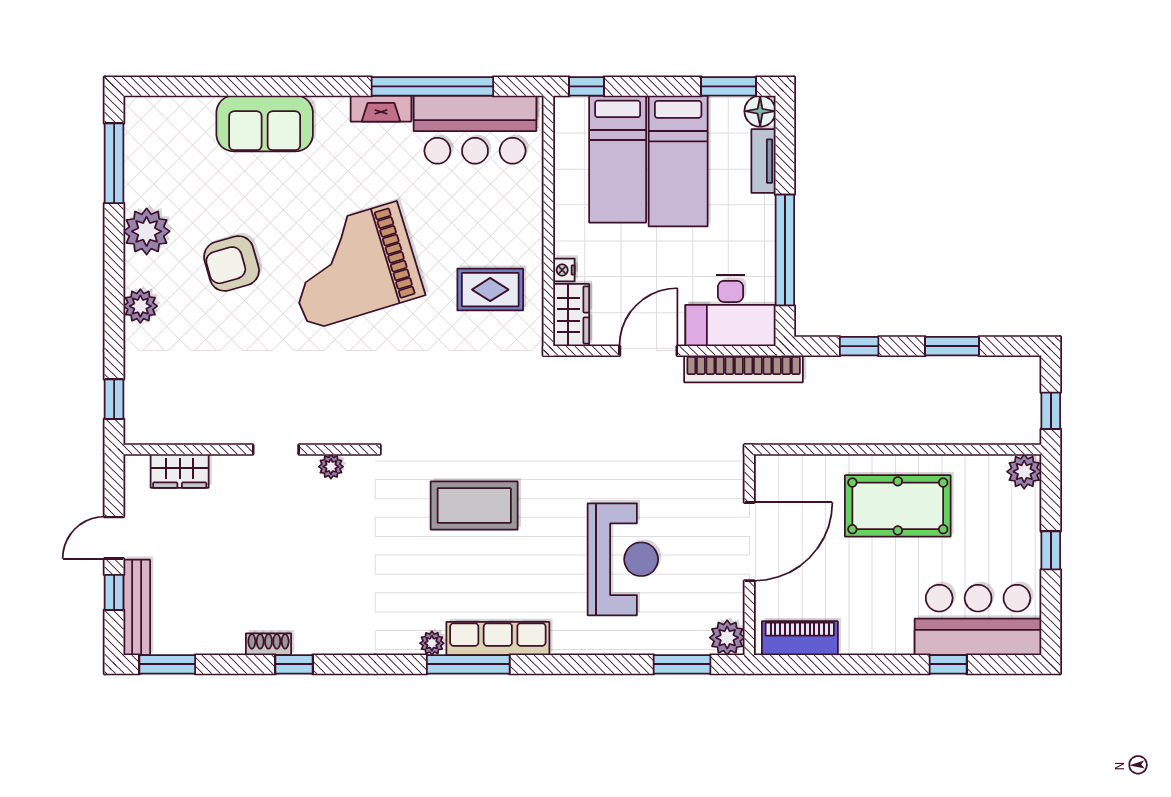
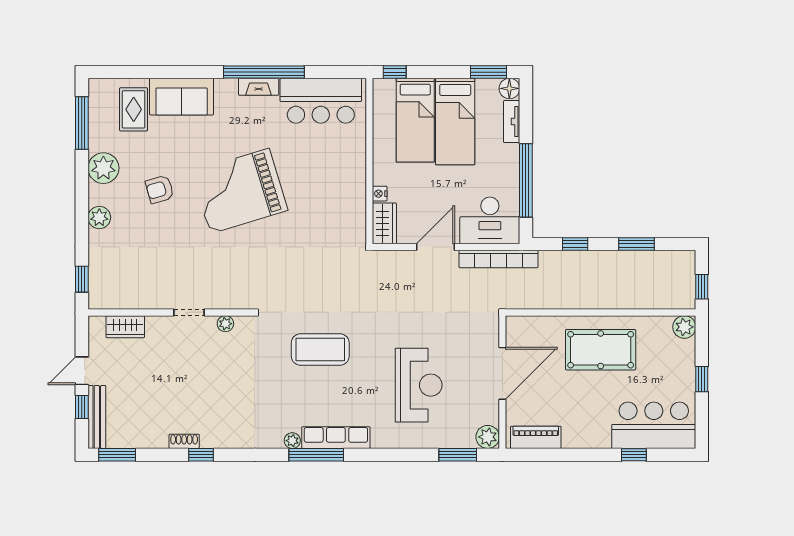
window: (432, 86) -> (264, 72), moved
armchair: (232, 263) -> (160, 189), width x0.72, depth x0.72
rug: (490, 290) -> (134, 109), moved, turned 90

